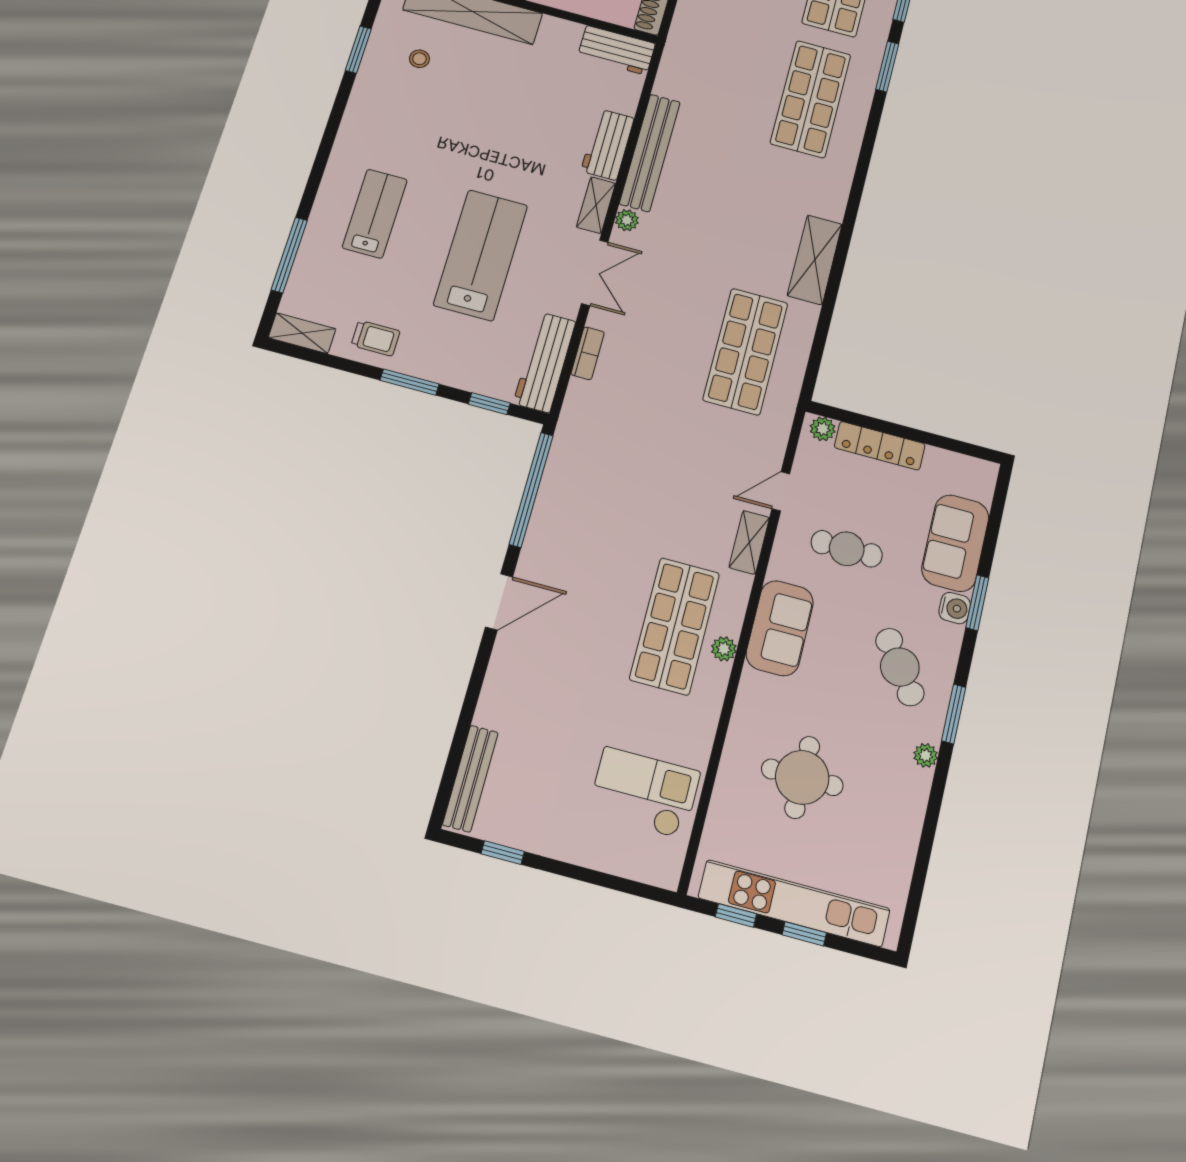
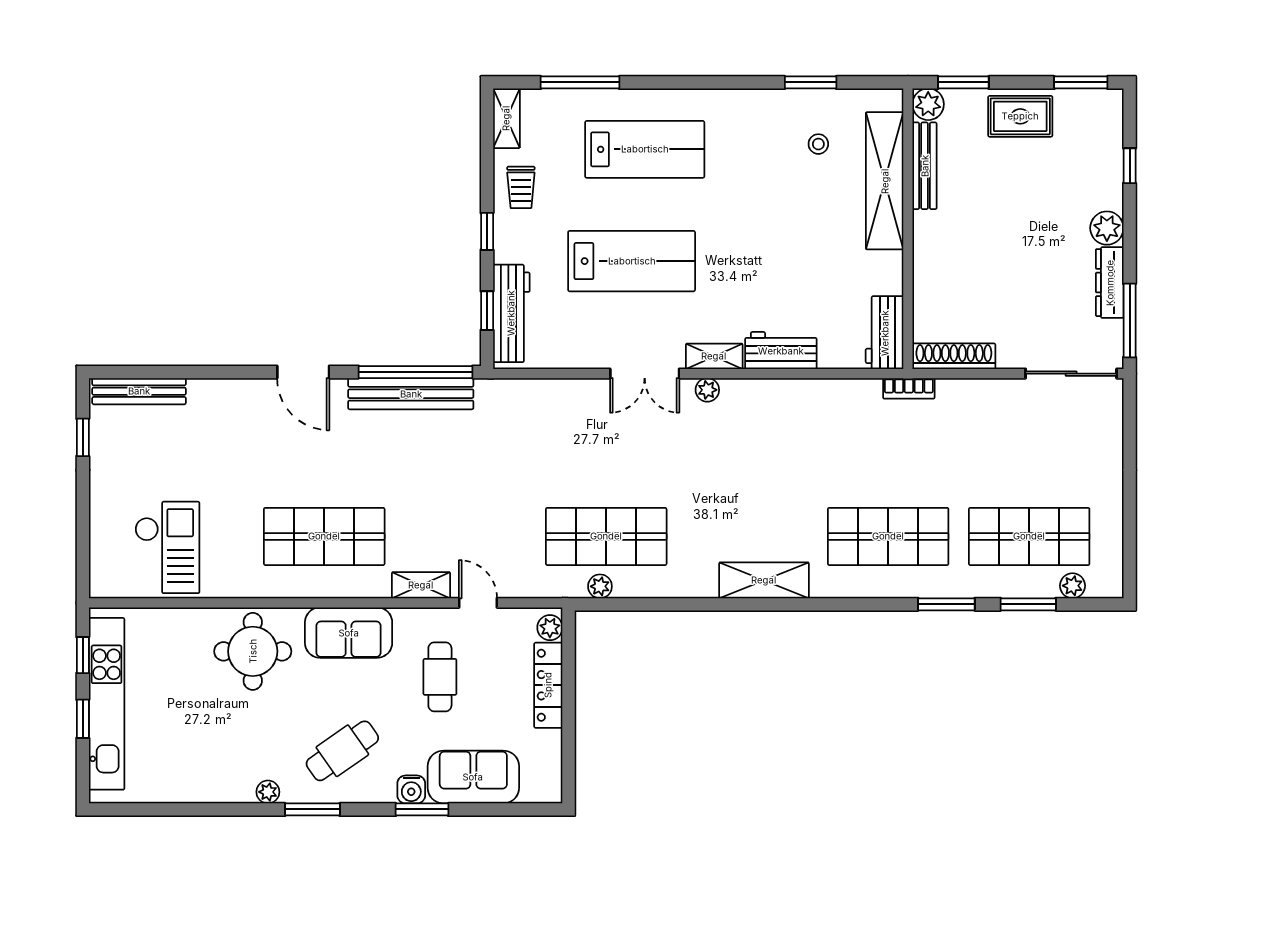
bench: (650, 153) -> (411, 394), moved
lab bench: (375, 214) -> (645, 149), width x1.36, depth x1.39
shelving: (815, 260) -> (764, 580), moved
bookcase: (588, 353) -> (909, 388), moved
workbench: (545, 362) -> (511, 313), moved, turned 90
window: (410, 382) -> (487, 231), width x0.67
plant: (724, 649) -> (600, 586), moved
round table: (802, 777) -> (253, 651), moved

